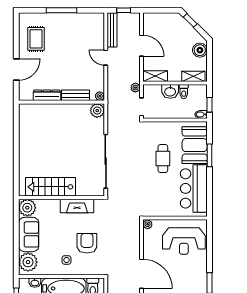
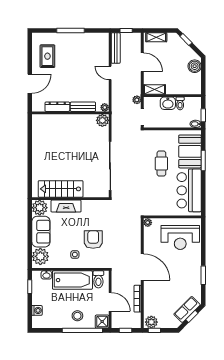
shelving: (193, 76) -> (156, 37), moved
fireplace: (77, 206) -> (66, 206), moved

